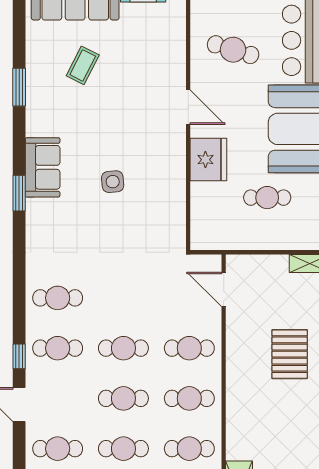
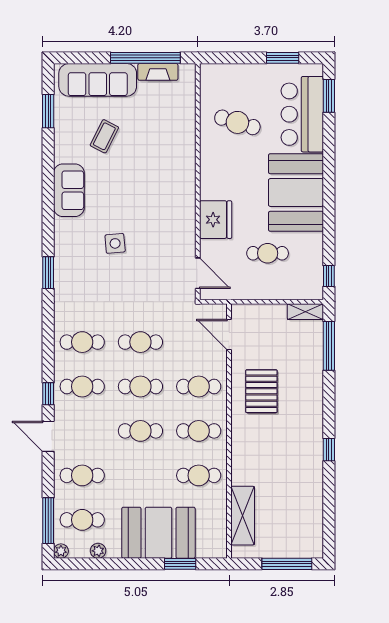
window: (19, 87) -> (48, 111), moved
door: (188, 107) -> (198, 273), moved
sofa: (43, 167) -> (69, 190), moved
side table: (113, 182) -> (115, 243), moved
window: (19, 193) -> (48, 273), moved
pallet: (290, 354) -> (261, 391), moved
cafe table: (123, 449) -> (140, 342), moved

